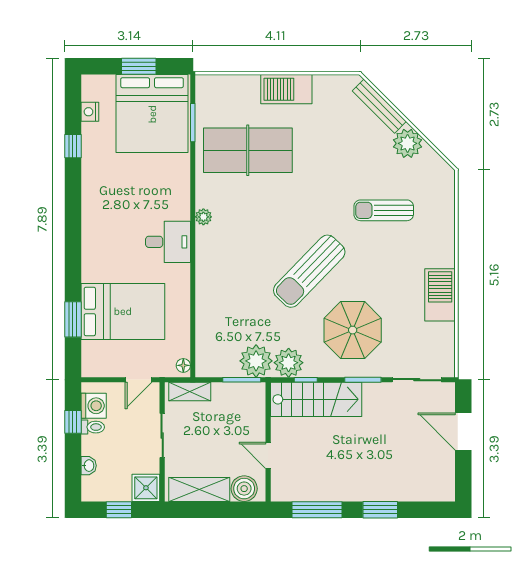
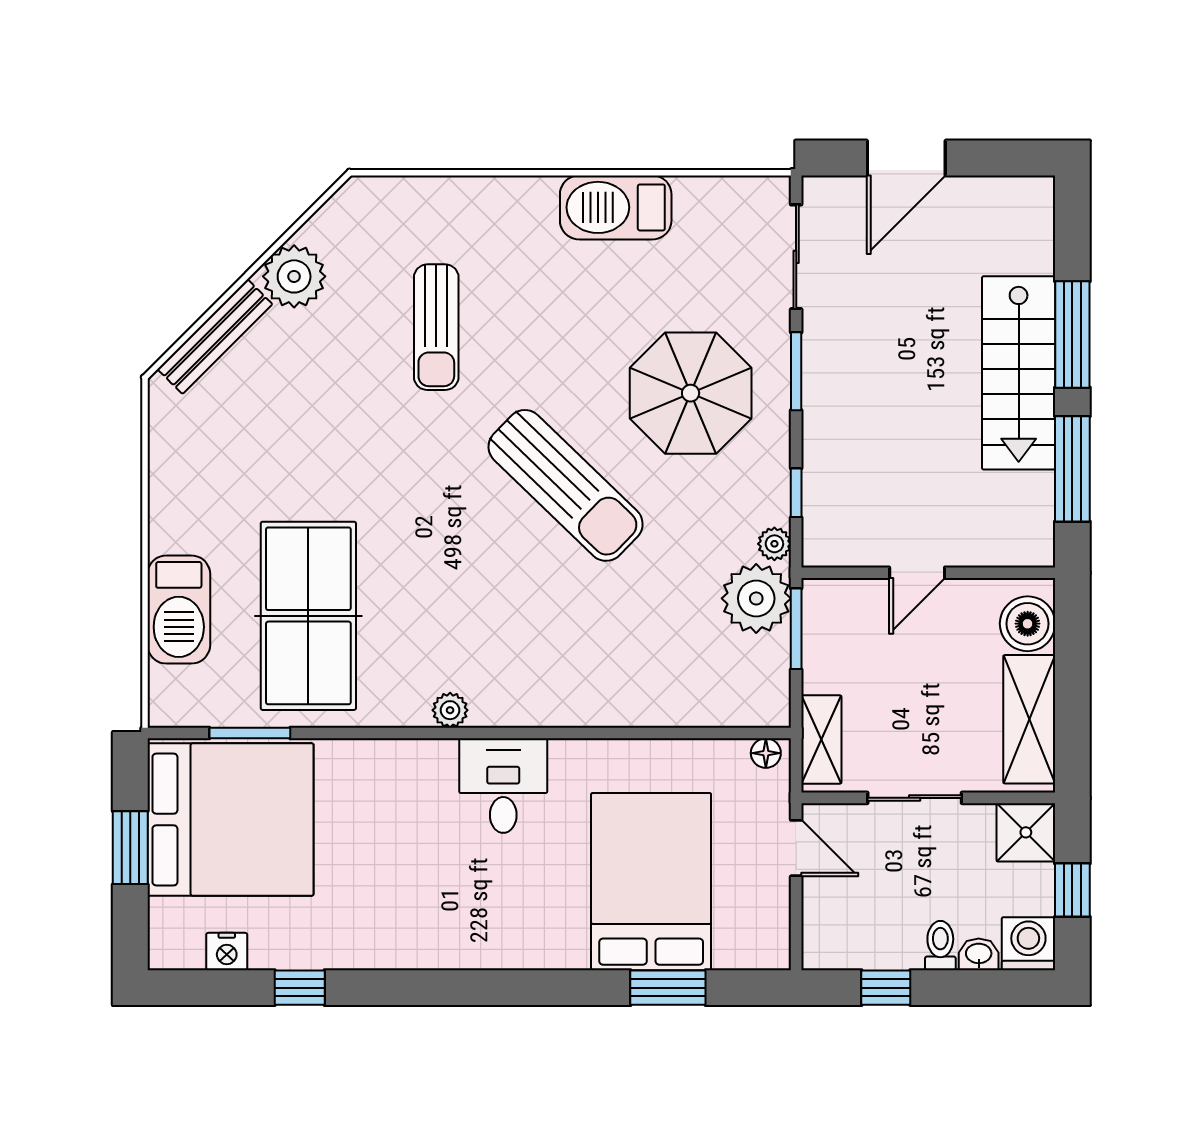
barbecue: (286, 89) -> (179, 610), moved
plant: (289, 363) -> (774, 544), width x0.53, depth x0.53
stairs: (316, 399) -> (1019, 373), moved, turned 180
washing machine: (94, 406) -> (1028, 944), moved
toilet: (93, 427) -> (940, 946), moved
door: (268, 455) -> (917, 573), moved
window: (380, 510) -> (1072, 334), width x1.44

